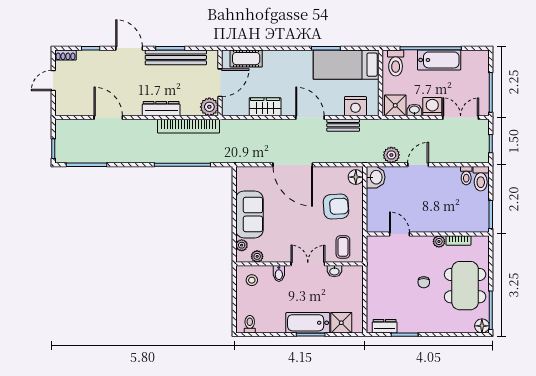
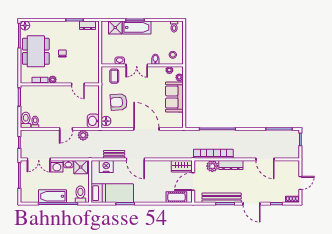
plant: (209, 107) -> (212, 166), moved
wardrobe: (265, 107) -> (182, 166), moved

